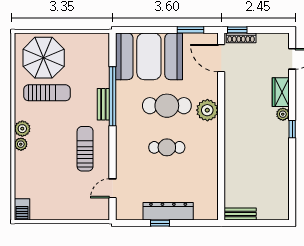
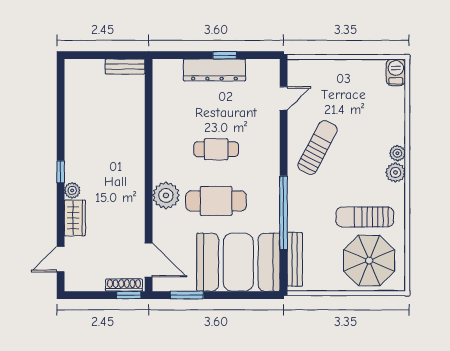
bench: (103, 104) -> (295, 259), moved, width x1.36
sun lounger: (85, 149) -> (318, 148), turned -152

